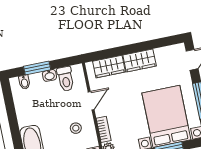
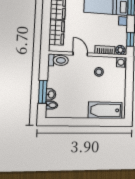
washbasin: (49, 75) -> (51, 94), moved
toilet: (66, 79) -> (58, 60), moved

